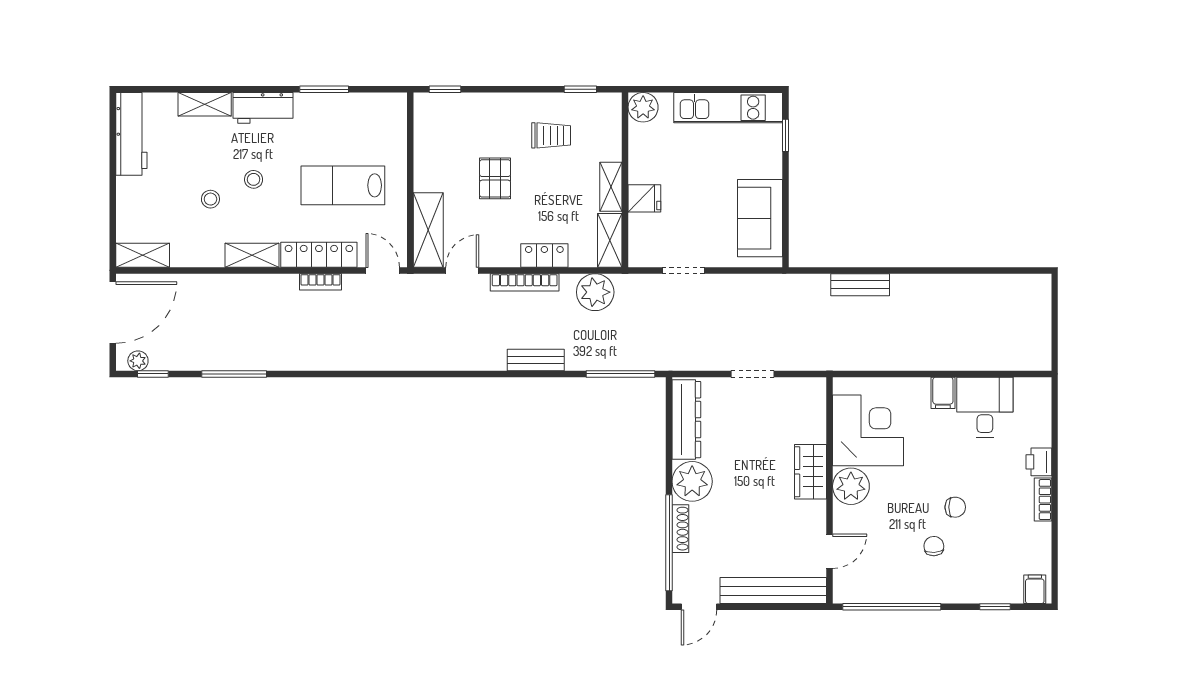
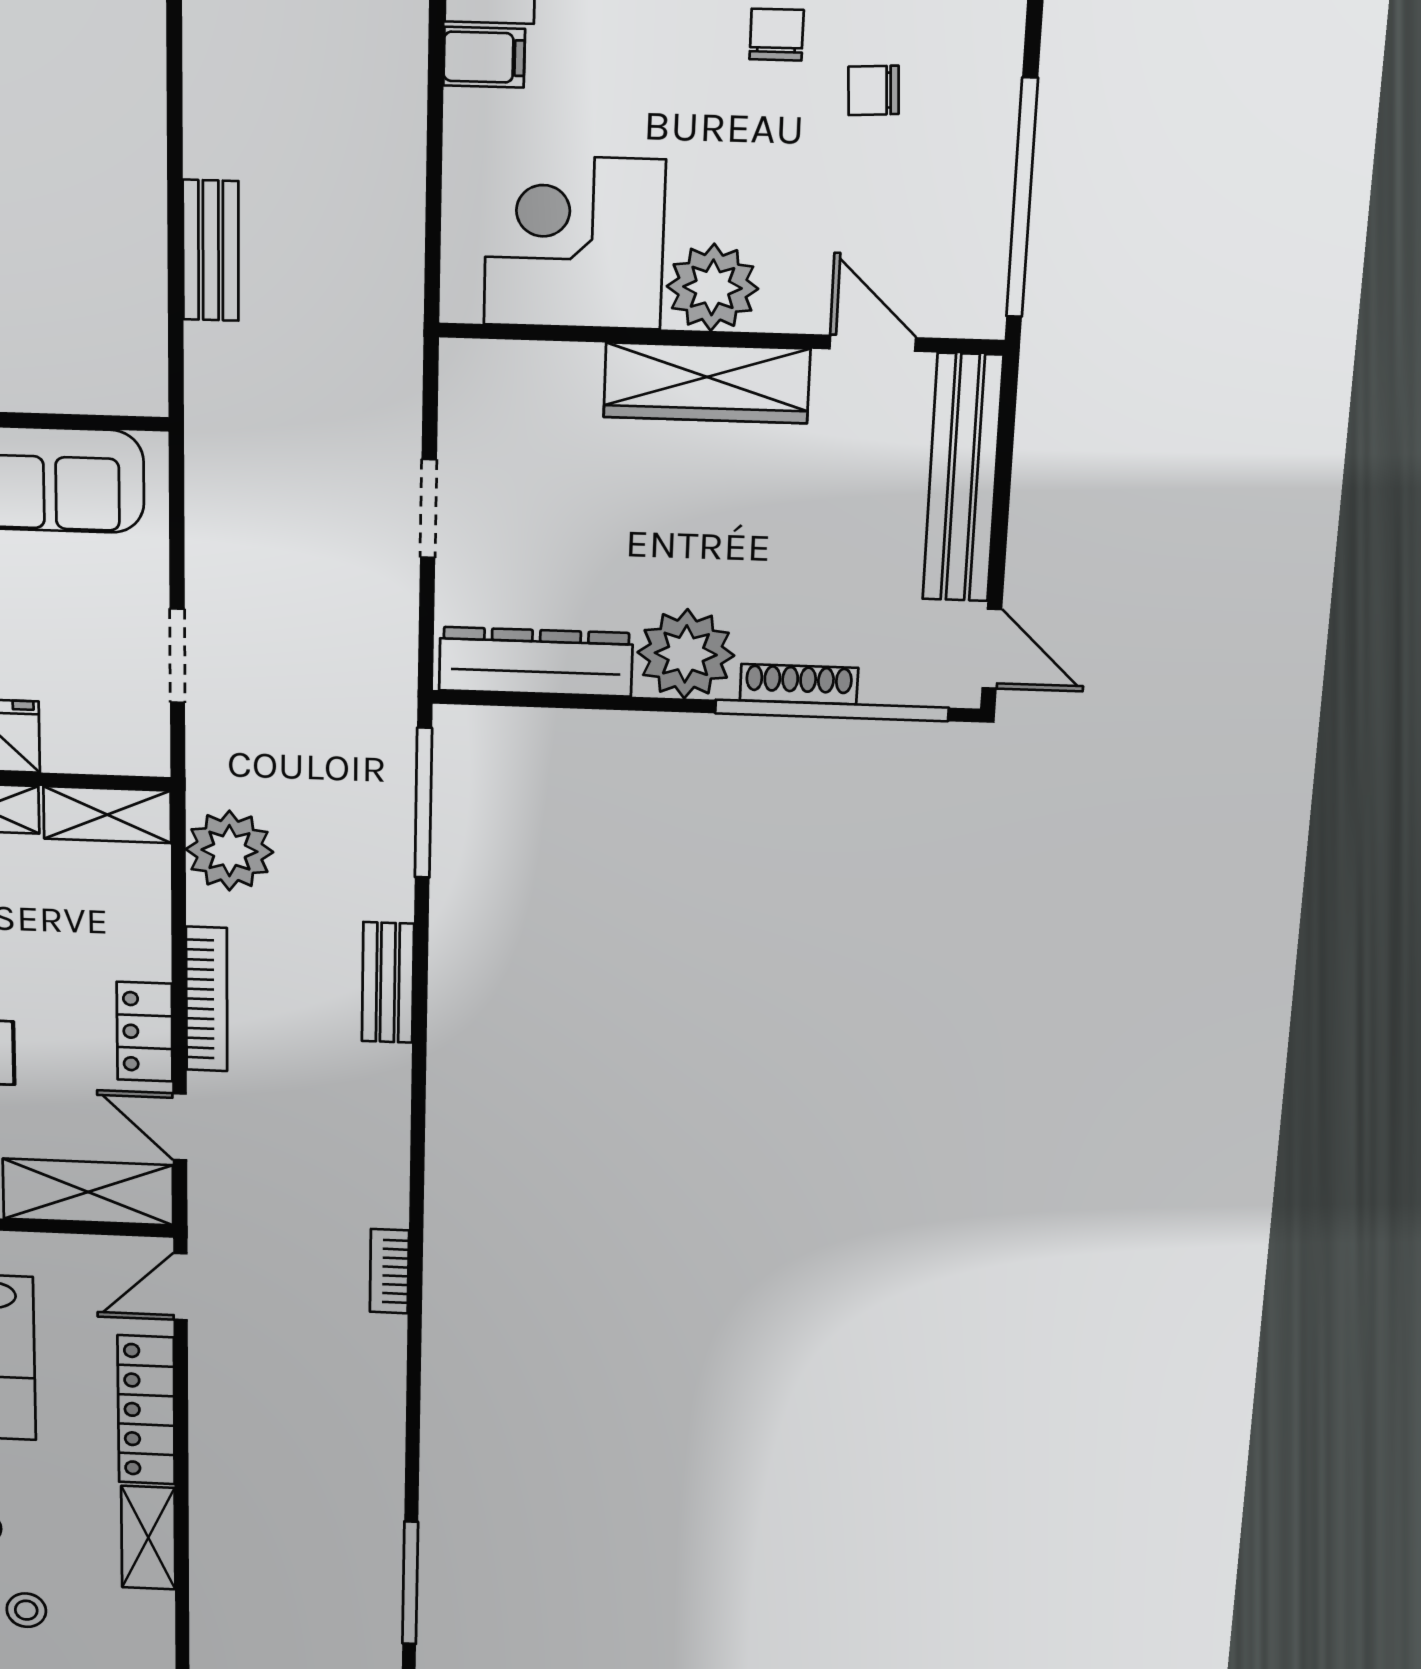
locker: (544, 255) -> (145, 1032), moved
bookcase: (321, 282) -> (389, 1271), moved, turned 180
wardrobe: (811, 472) -> (707, 383), width x1.50

